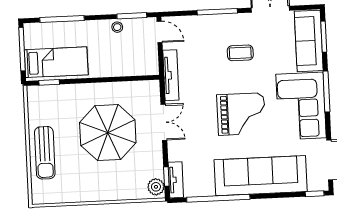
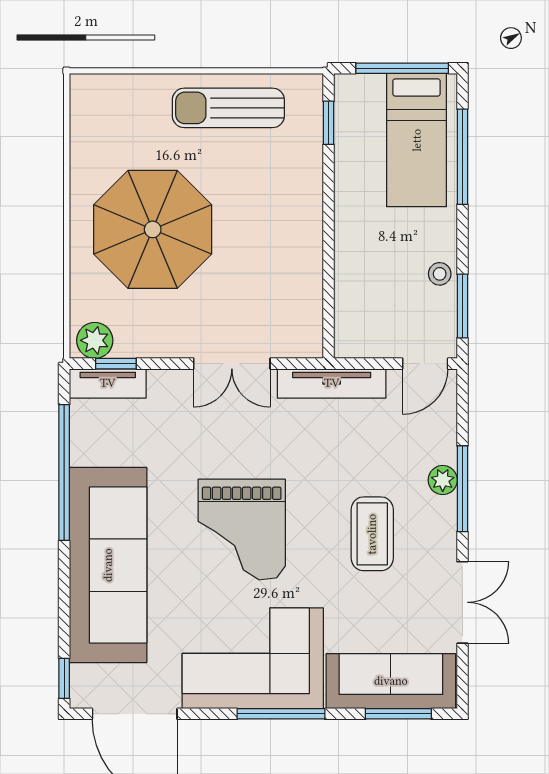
plant: (214, 21) -> (443, 480), added
coffee table: (240, 53) -> (372, 534), width x1.36, depth x1.30
bed: (56, 62) -> (417, 140), moved
parasol: (108, 133) -> (153, 229), moved
sun lounger: (45, 153) -> (228, 108), moved

